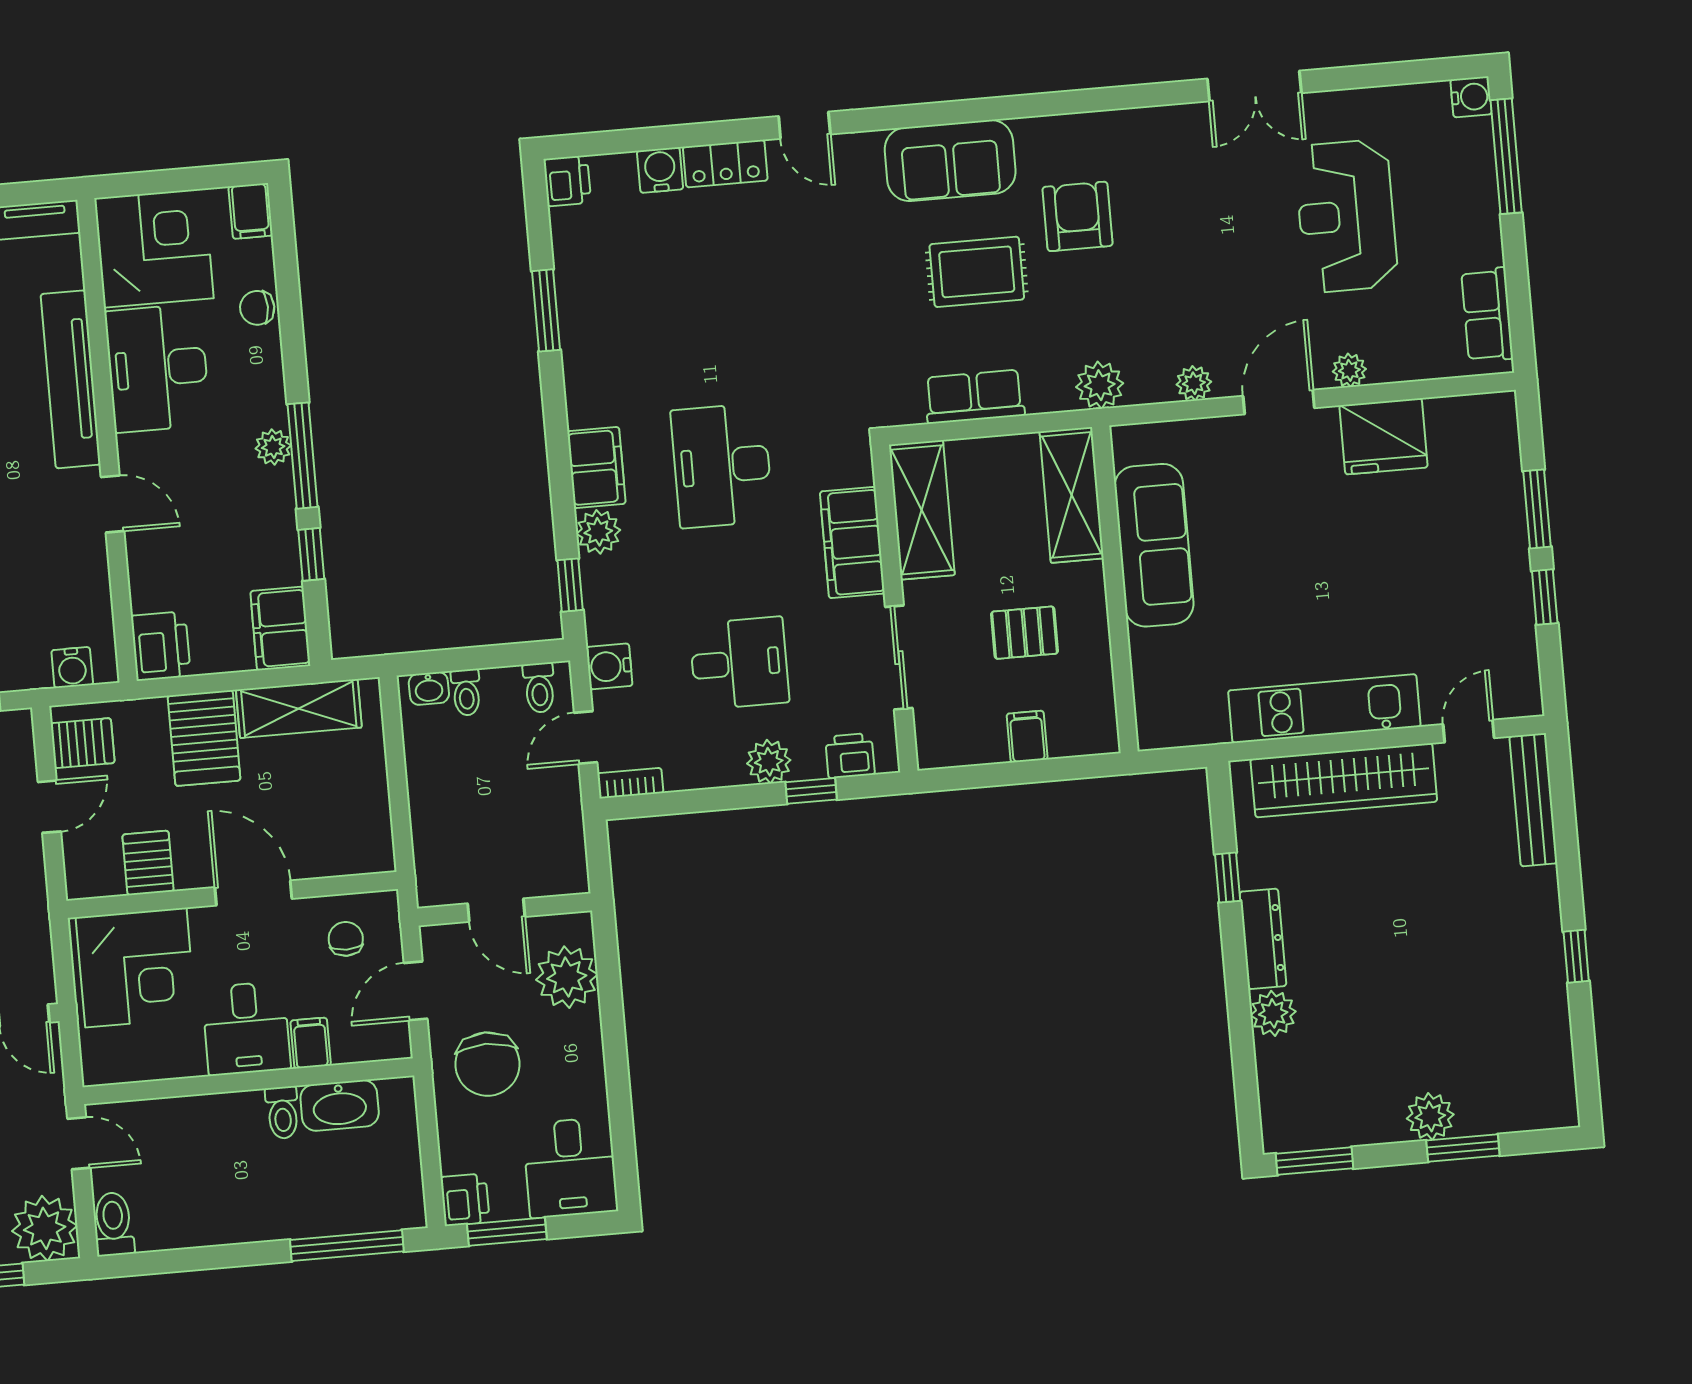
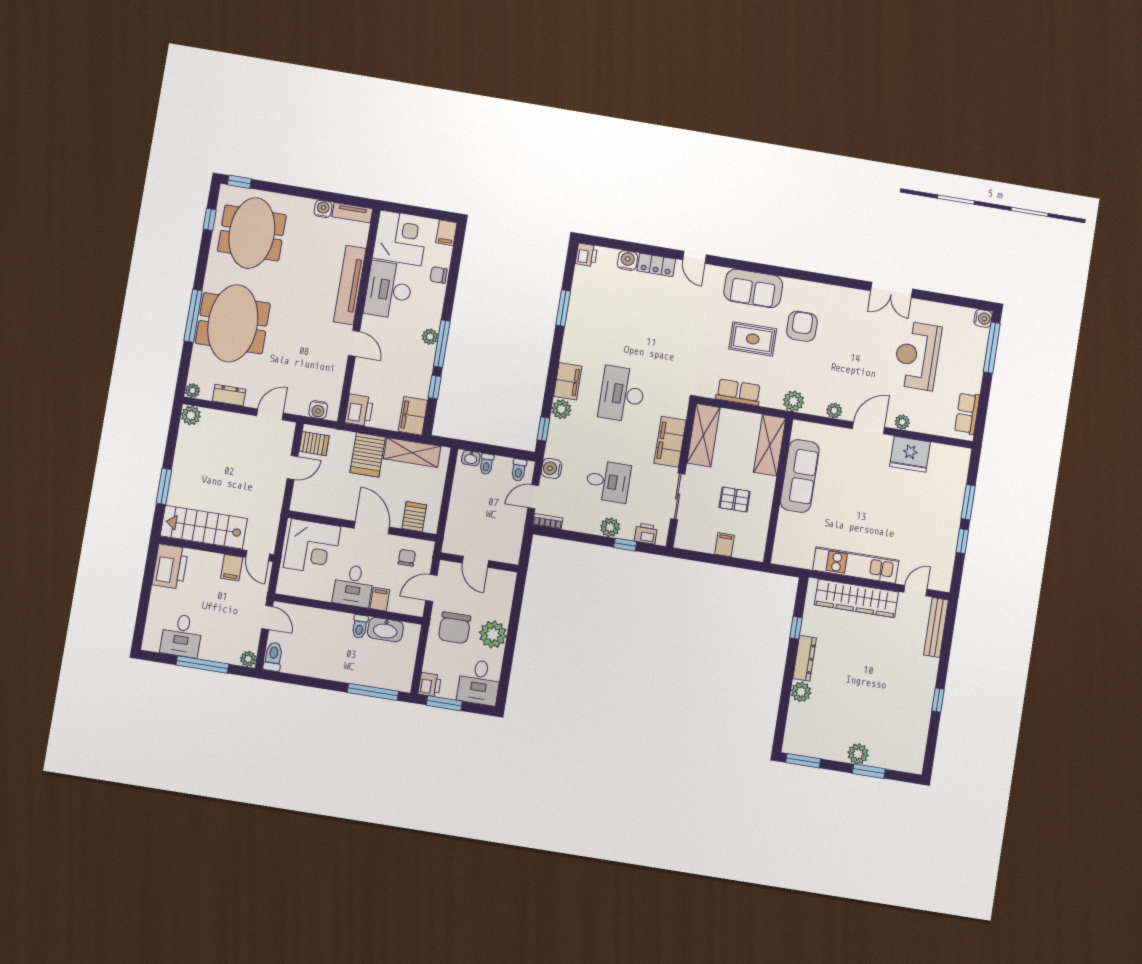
server rack: (148, 863) -> (414, 517), moved
plant: (567, 977) -> (493, 634), moved
plant: (45, 1228) -> (248, 659), width x0.53, depth x0.53

